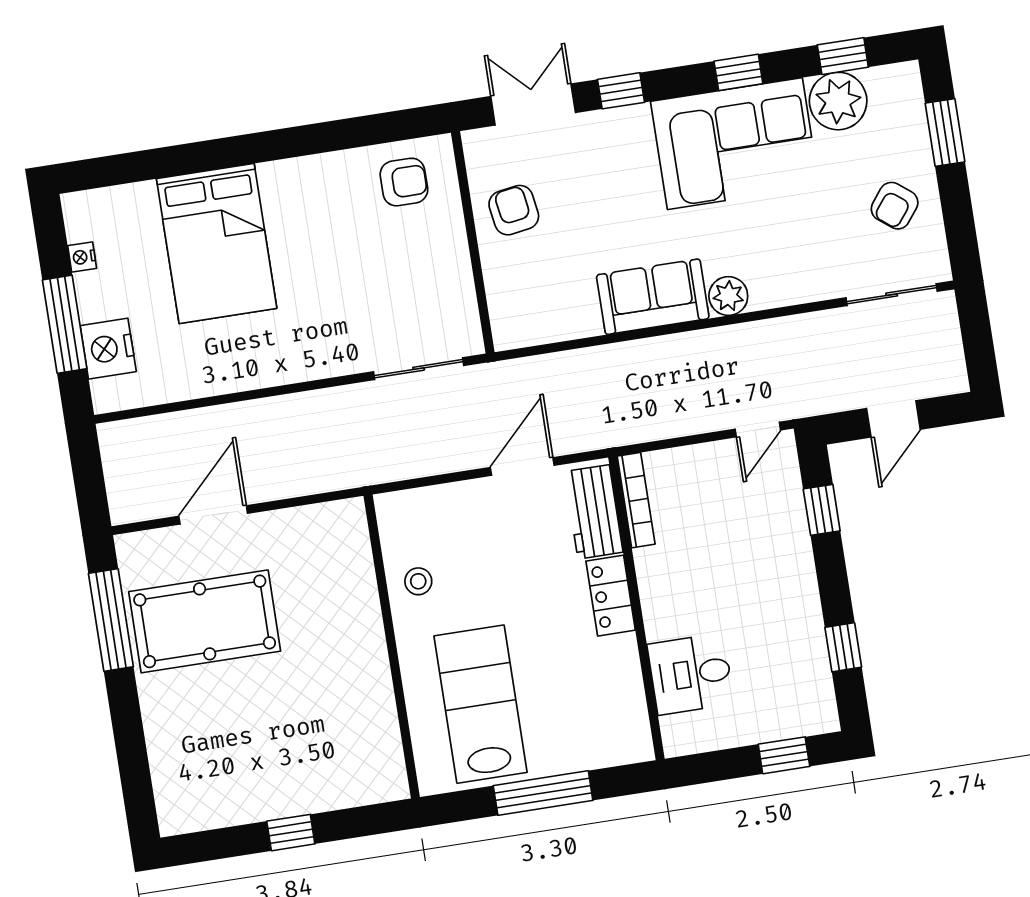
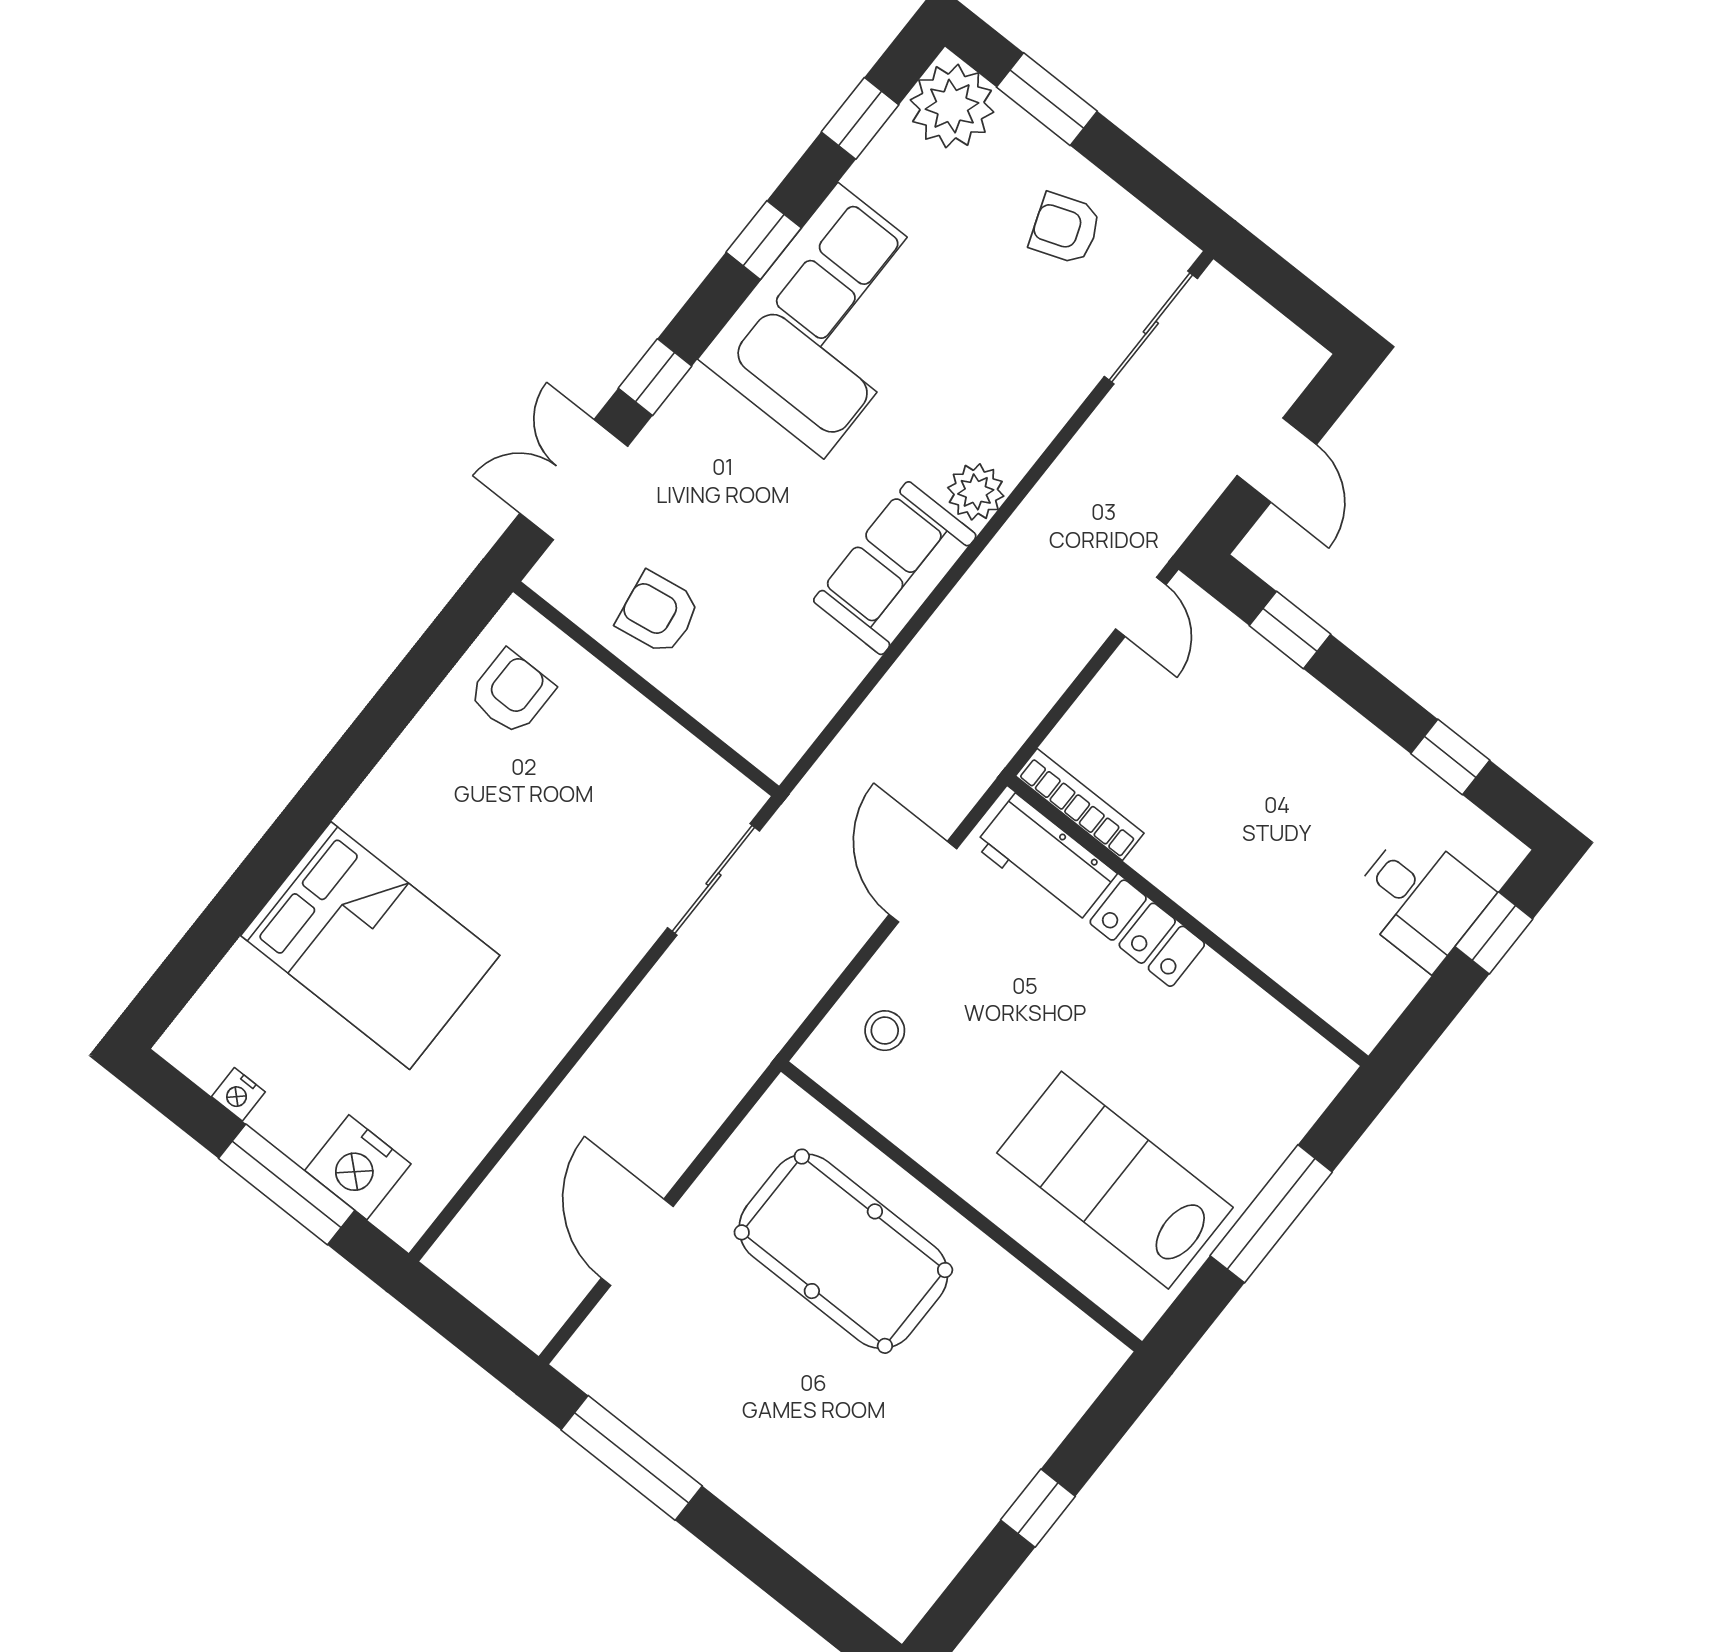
plant: (838, 101) -> (952, 106), moved
armchair: (895, 206) -> (1065, 228), turned 122
stool: (418, 581) -> (885, 1031), moved
pool table: (205, 621) -> (843, 1251), moved, turned 90
desk: (691, 674) -> (1420, 898), moved, turned -90

